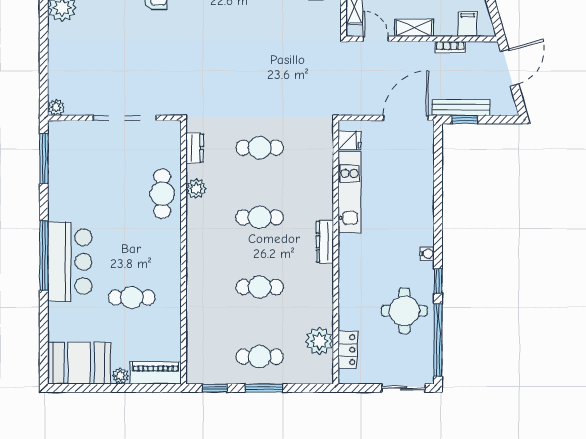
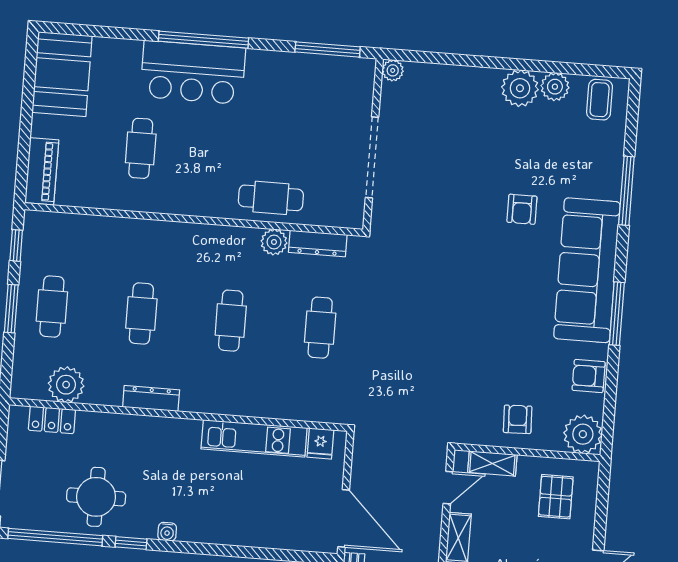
dresser: (195, 148) -> (318, 243), width x1.44
dresser: (325, 242) -> (151, 399), moved
plant: (120, 376) -> (41, 126), removed

